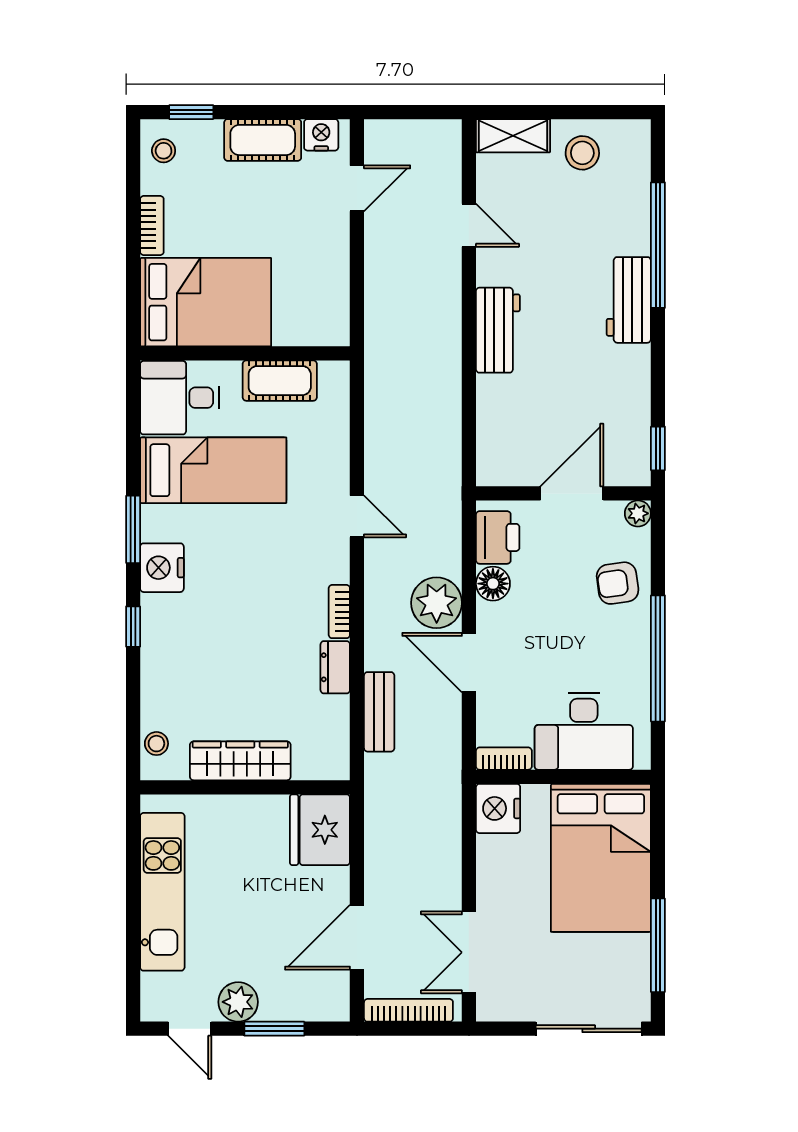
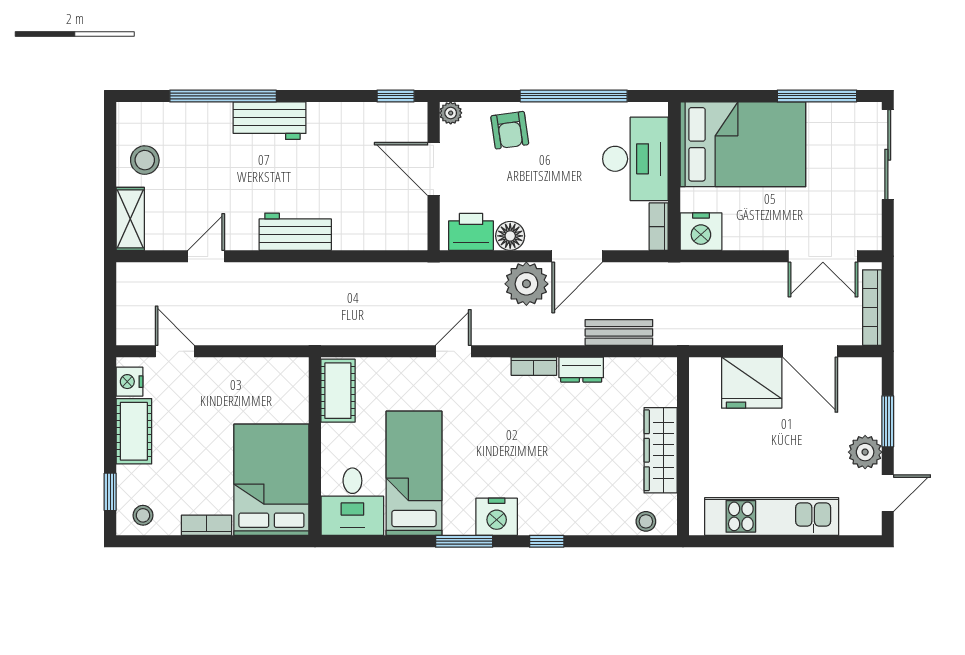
cot: (280, 381) -> (338, 391), moved
fridge: (320, 830) -> (752, 383), moved

